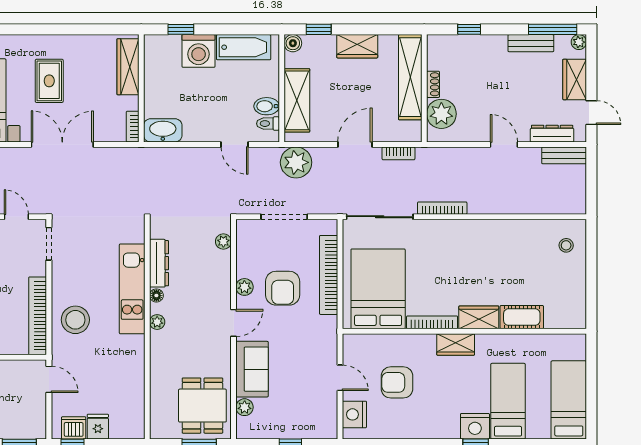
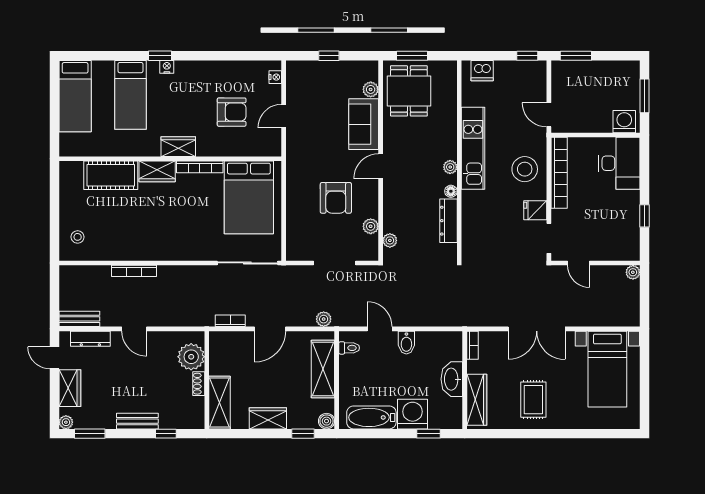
window: (553, 29) -> (90, 434), width x0.69
bench: (531, 43) -> (137, 421), moved
shelving: (410, 77) -> (220, 403), width x0.68
rug: (49, 81) -> (533, 400), moved
bidet: (267, 106) -> (406, 343), moved, turned 90
washbasin: (163, 130) -> (452, 379), moved, turned 90
plant: (296, 162) -> (324, 319), width x0.53, depth x0.53
bookcase: (442, 208) -> (134, 271), moved
bookcase: (329, 275) -> (294, 210), removed
plant: (244, 287) -> (371, 226), moved
armchair: (283, 288) -> (336, 198), turned 180
kitchen unit: (132, 289) -> (473, 148), moved
cot: (522, 317) -> (111, 175), width x1.37, depth x1.34
door: (340, 378) -> (284, 116), hinge flipped
nightstand: (354, 414) -> (275, 77), width x0.53, depth x0.56
nightstand: (475, 426) -> (167, 67), width x0.53, depth x0.56
fridge: (98, 427) -> (535, 210), moved, turned 90
dishwasher: (74, 428) -> (482, 71), moved

